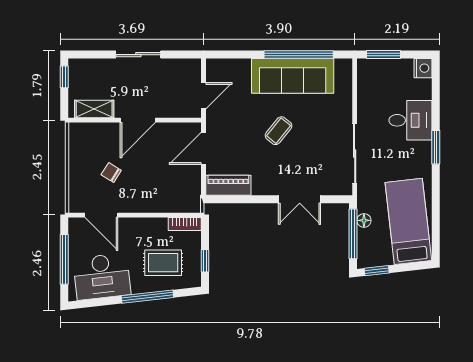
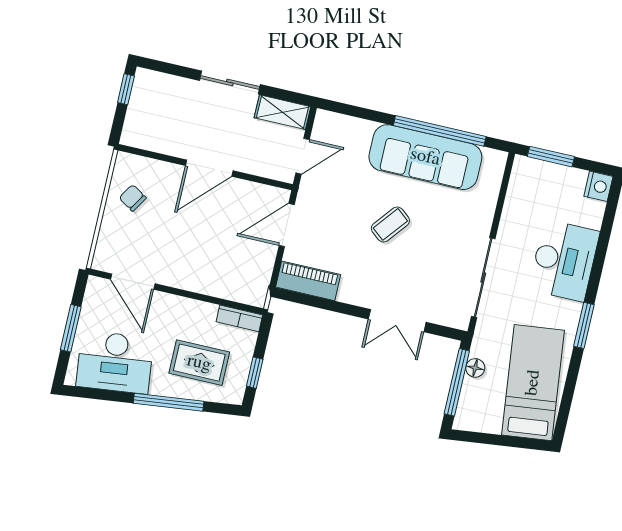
shelving: (94, 109) -> (282, 112), moved
desk: (410, 120) -> (564, 261), width x1.37
window: (436, 147) -> (584, 325), moved
chair: (111, 173) -> (133, 198), moved
window: (64, 259) -> (71, 328), width x0.69
window: (377, 271) -> (477, 438), removed

